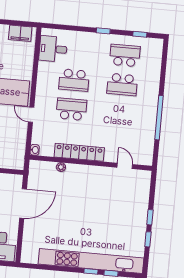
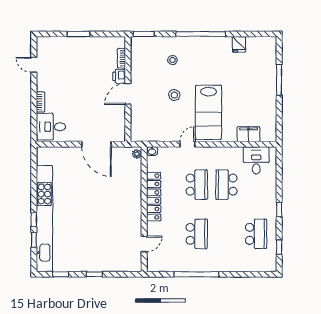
filing cabinet: (20, 33) -> (248, 134), moved, turned 90
school desk: (122, 84) -> (197, 234), moved, turned 180
plant: (61, 167) -> (137, 154), moved
window: (148, 239) -> (61, 274), moved

